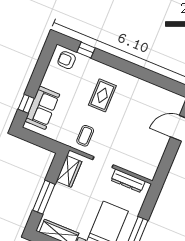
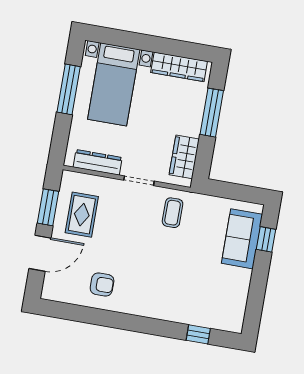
armchair: (67, 60) -> (102, 284), moved
rug: (102, 95) -> (82, 215), moved
window: (168, 158) -> (48, 207), added

